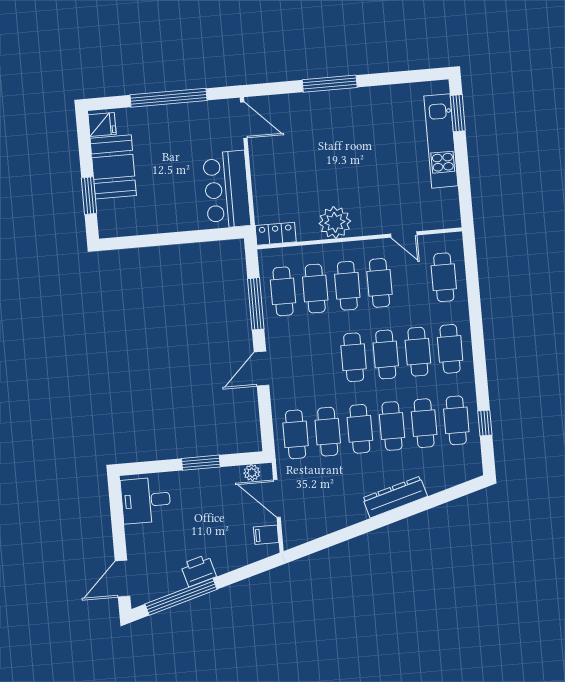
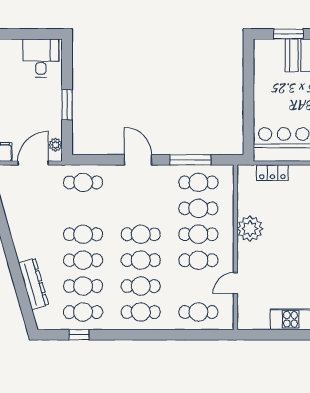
locker: (276, 234) -> (272, 173), moved, turned 90
cafe table: (328, 432) -> (83, 208), removed
dresser: (395, 497) -> (33, 284), moved

